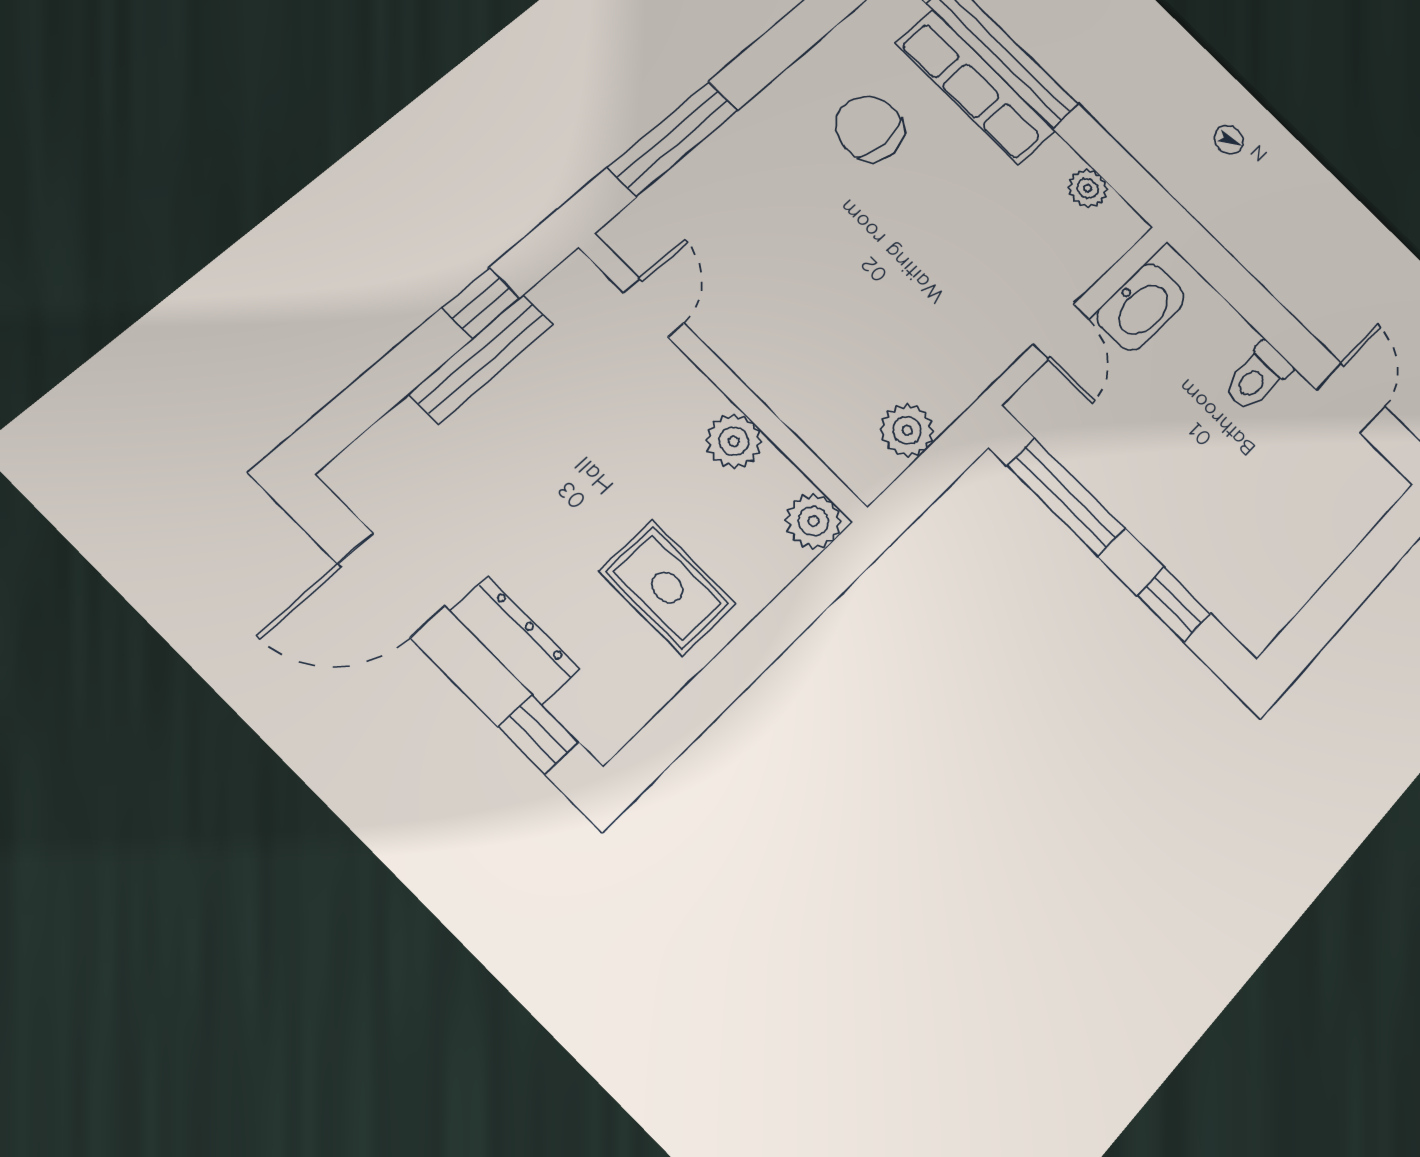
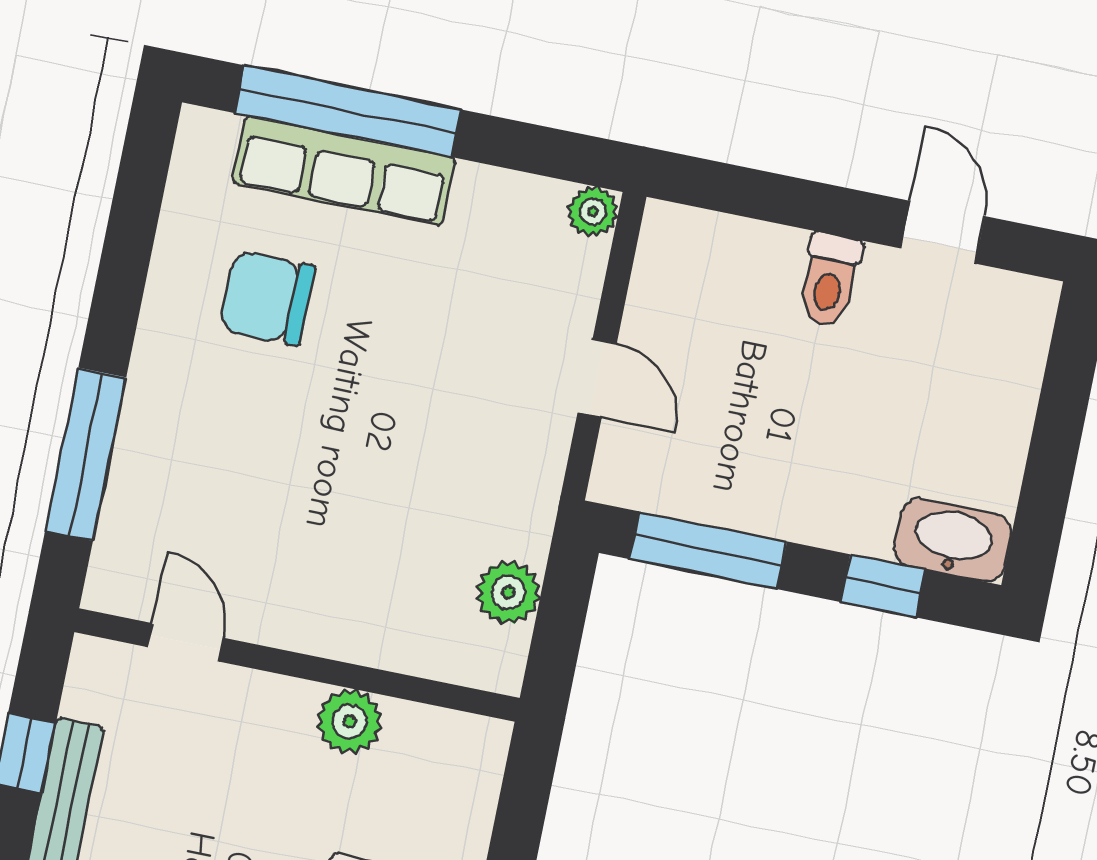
plant: (1088, 188) -> (593, 212), moved
washbasin: (1141, 307) -> (953, 540), moved, turned -90
plant: (813, 521) -> (476, 747), removed

